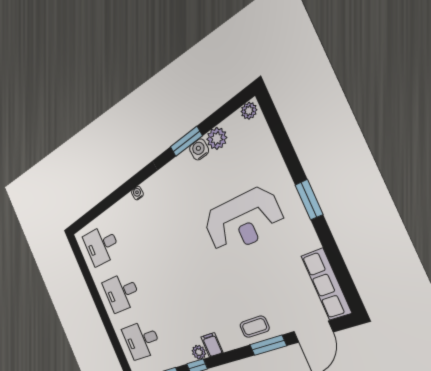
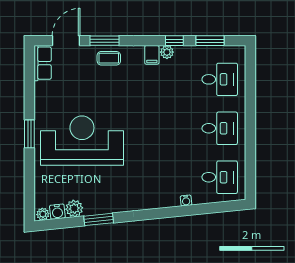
water cooler: (199, 150) -> (57, 212), moved
water cooler: (137, 193) -> (186, 200), moved
reception desk: (243, 221) -> (82, 141), width x1.36, depth x1.30
row of seats: (326, 284) -> (43, 63), width x0.68

